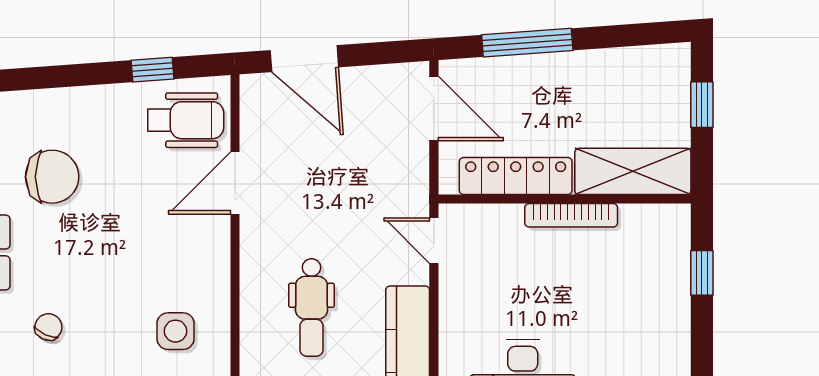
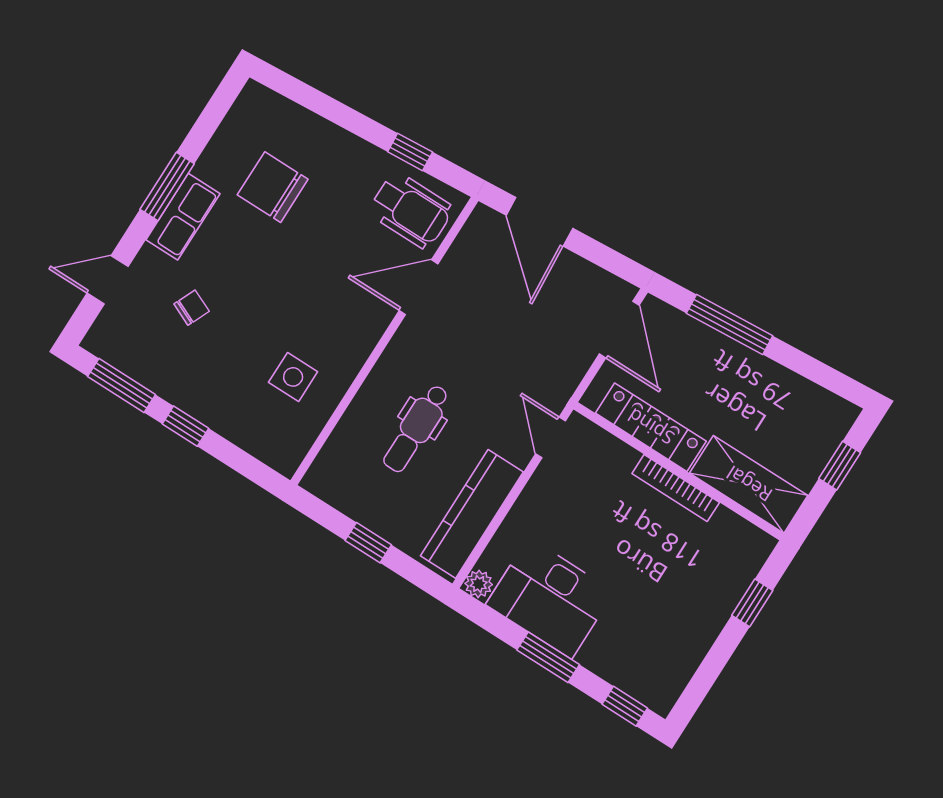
chair: (52, 177) -> (273, 187), turned 180

